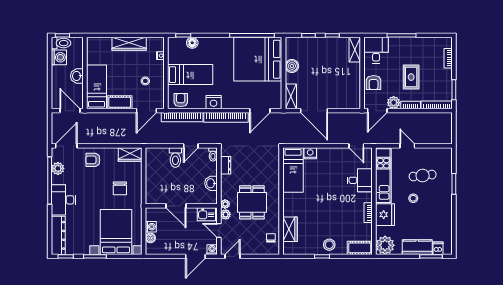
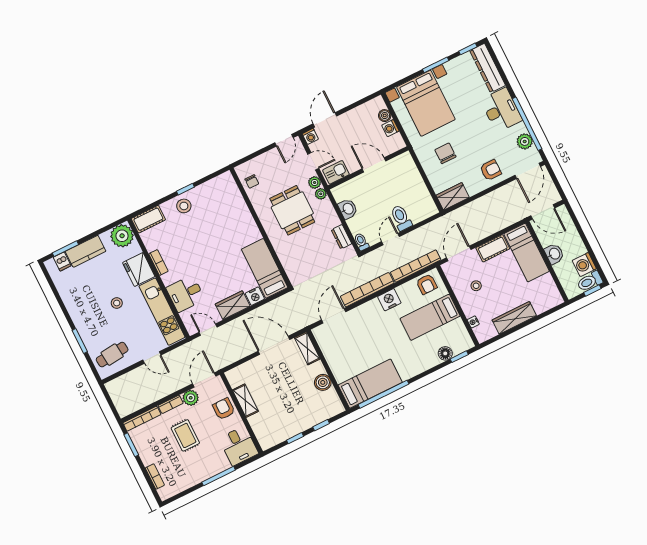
shelving: (355, 50) -> (245, 401), moved
bed: (258, 59) -> (370, 384), width x0.49
cafe table: (423, 176) -> (112, 355), moved
wardrobe: (290, 229) -> (233, 305), moved, turned 90

